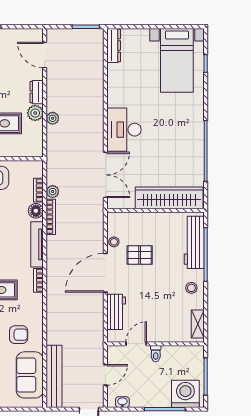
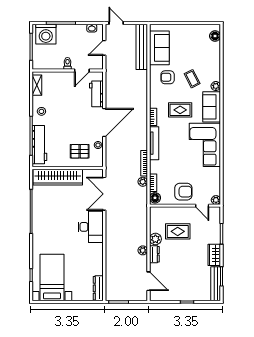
plant: (53, 118) -> (143, 250), moved
floor lamp: (36, 211) -> (155, 198), moved
pallet: (140, 255) -> (80, 151), moved

